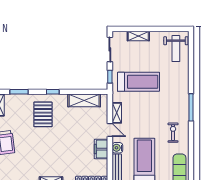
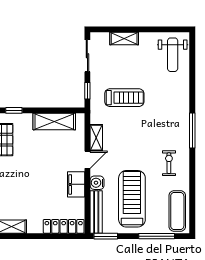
treadmill: (138, 82) -> (124, 98), width x0.73, depth x0.73
door: (110, 130) -> (87, 160), hinge flipped

